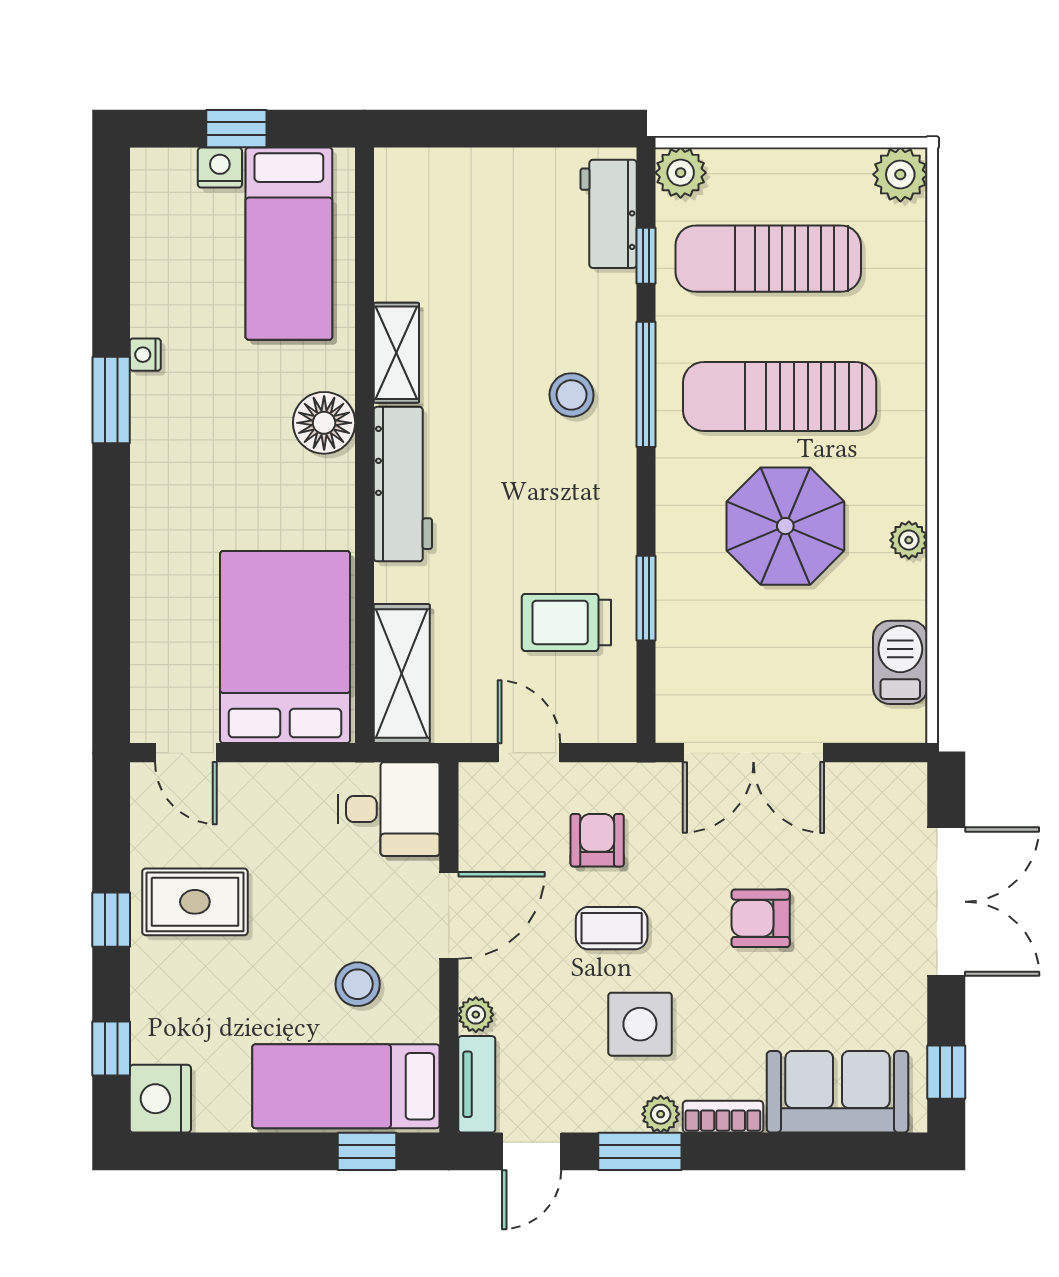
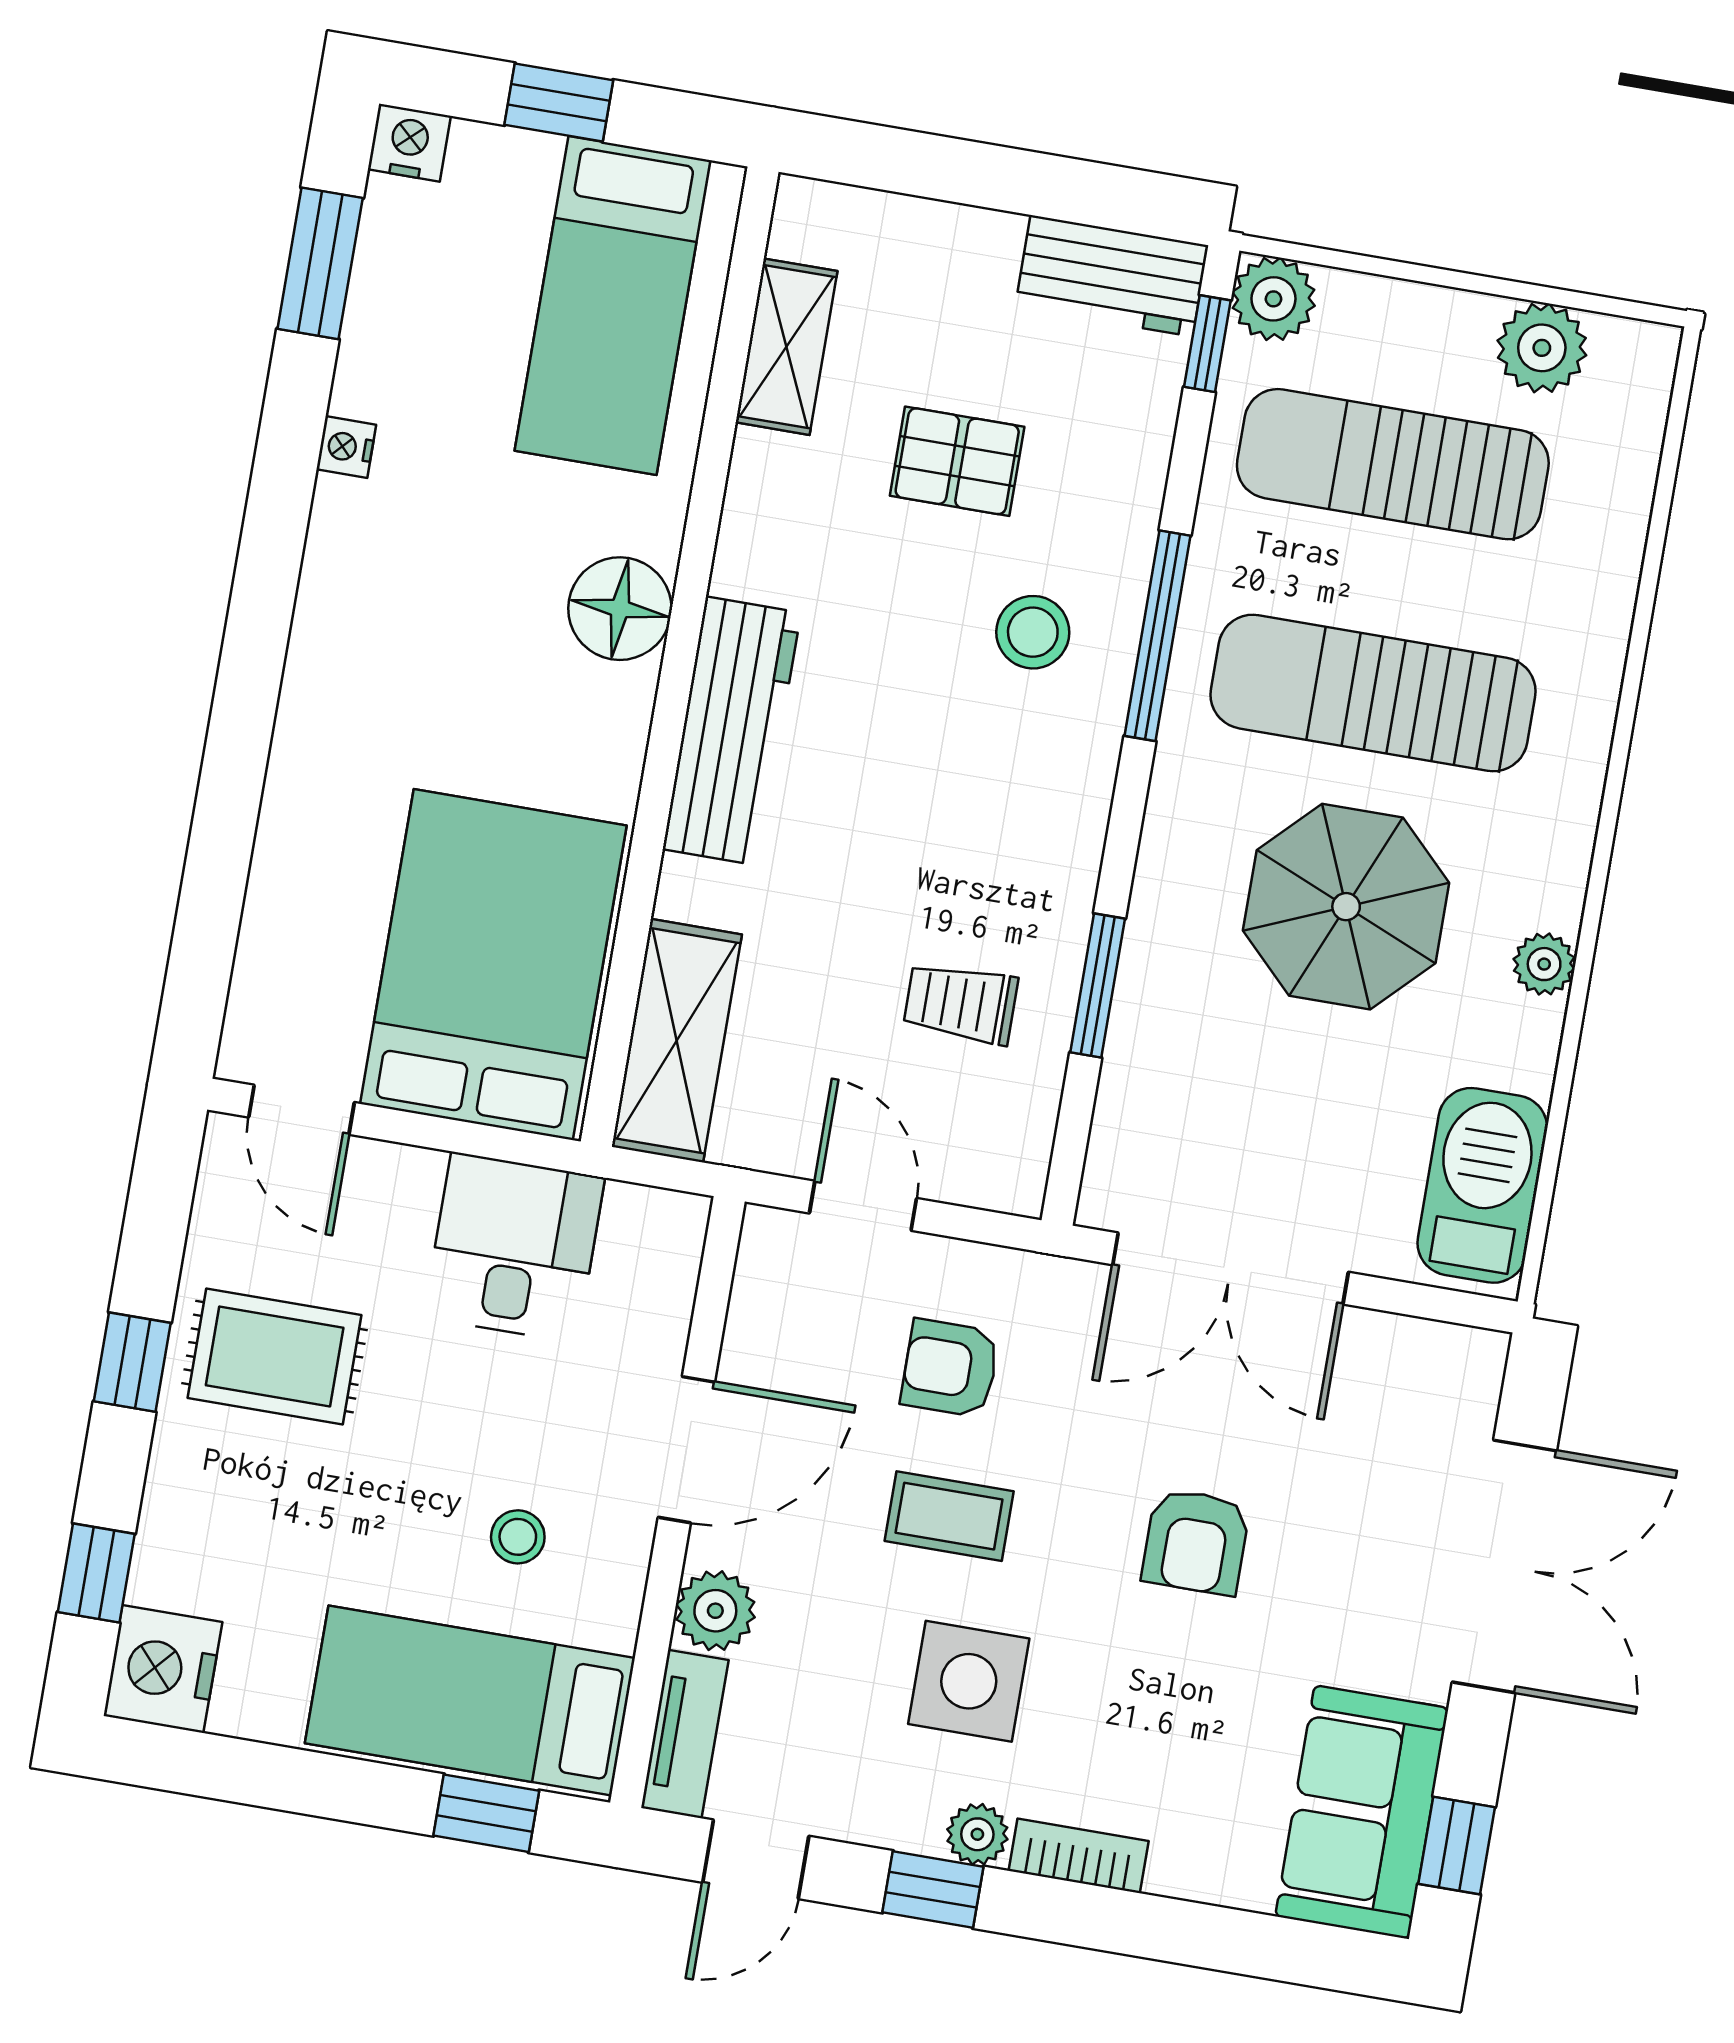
nightstand: (220, 168) -> (409, 143), moved
plant: (900, 174) -> (1542, 348), moved
workbench: (609, 214) -> (1112, 276), moved, turned -90
window: (646, 256) -> (1207, 344), moved
pallet: (509, 301) -> (957, 461), added
shelving: (396, 353) -> (786, 347), moved
window: (111, 400) -> (320, 263), moved
trolley: (566, 622) -> (961, 1003), width x0.73, depth x0.72
barbecue: (900, 662) -> (1482, 1185), width x1.37, depth x1.21
desk: (389, 809) -> (514, 1247), moved, turned -90
armchair: (597, 840) -> (950, 1368), turned -90
armchair: (761, 918) -> (1196, 1542), turned -90
stool: (358, 984) -> (518, 1537), width x0.73, depth x0.73
plant: (476, 1015) -> (715, 1611), width x1.38, depth x1.38
sofa: (837, 1092) -> (1362, 1812), moved, turned -90
window: (640, 1151) -> (933, 1890), width x0.67

